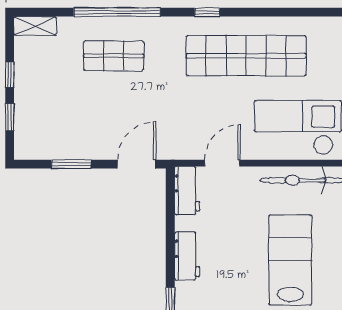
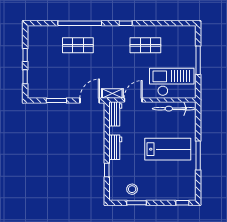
shelving: (35, 26) -> (112, 93), moved
shop shelf: (246, 56) -> (145, 45), width x0.50, depth x0.74
lab bench: (290, 260) -> (168, 149), turned 90

